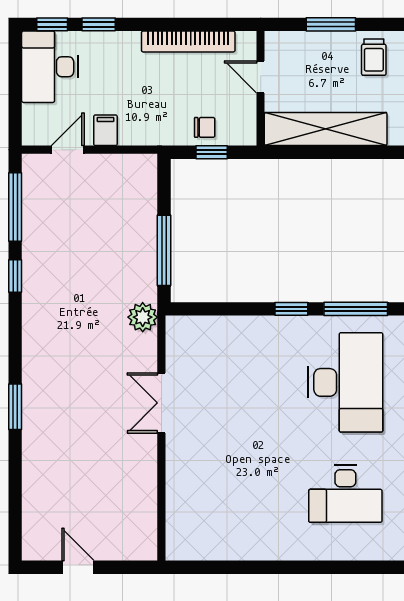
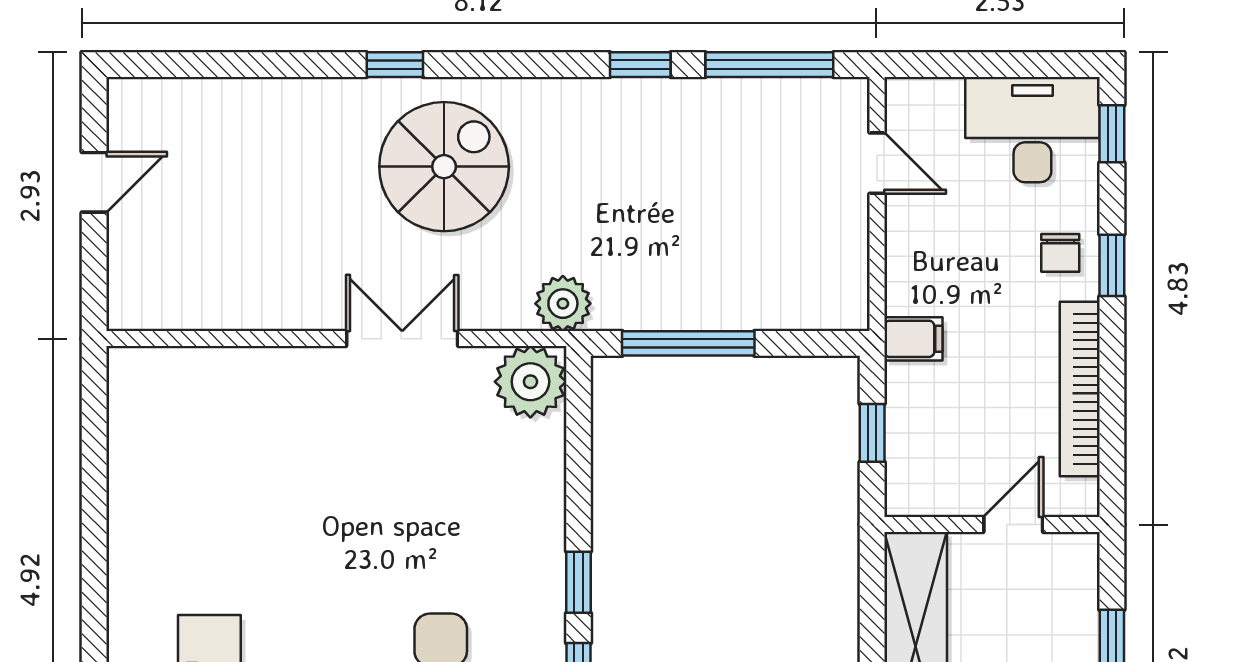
window: (99, 24) -> (1112, 265), moved
chair: (205, 127) -> (1060, 253), moved
filing cabinet: (105, 130) -> (913, 339), moved
plant: (184, 334) -> (530, 382), added
spiral stairs: (70, 381) -> (444, 167), added
window: (15, 407) -> (395, 65), width x0.67

